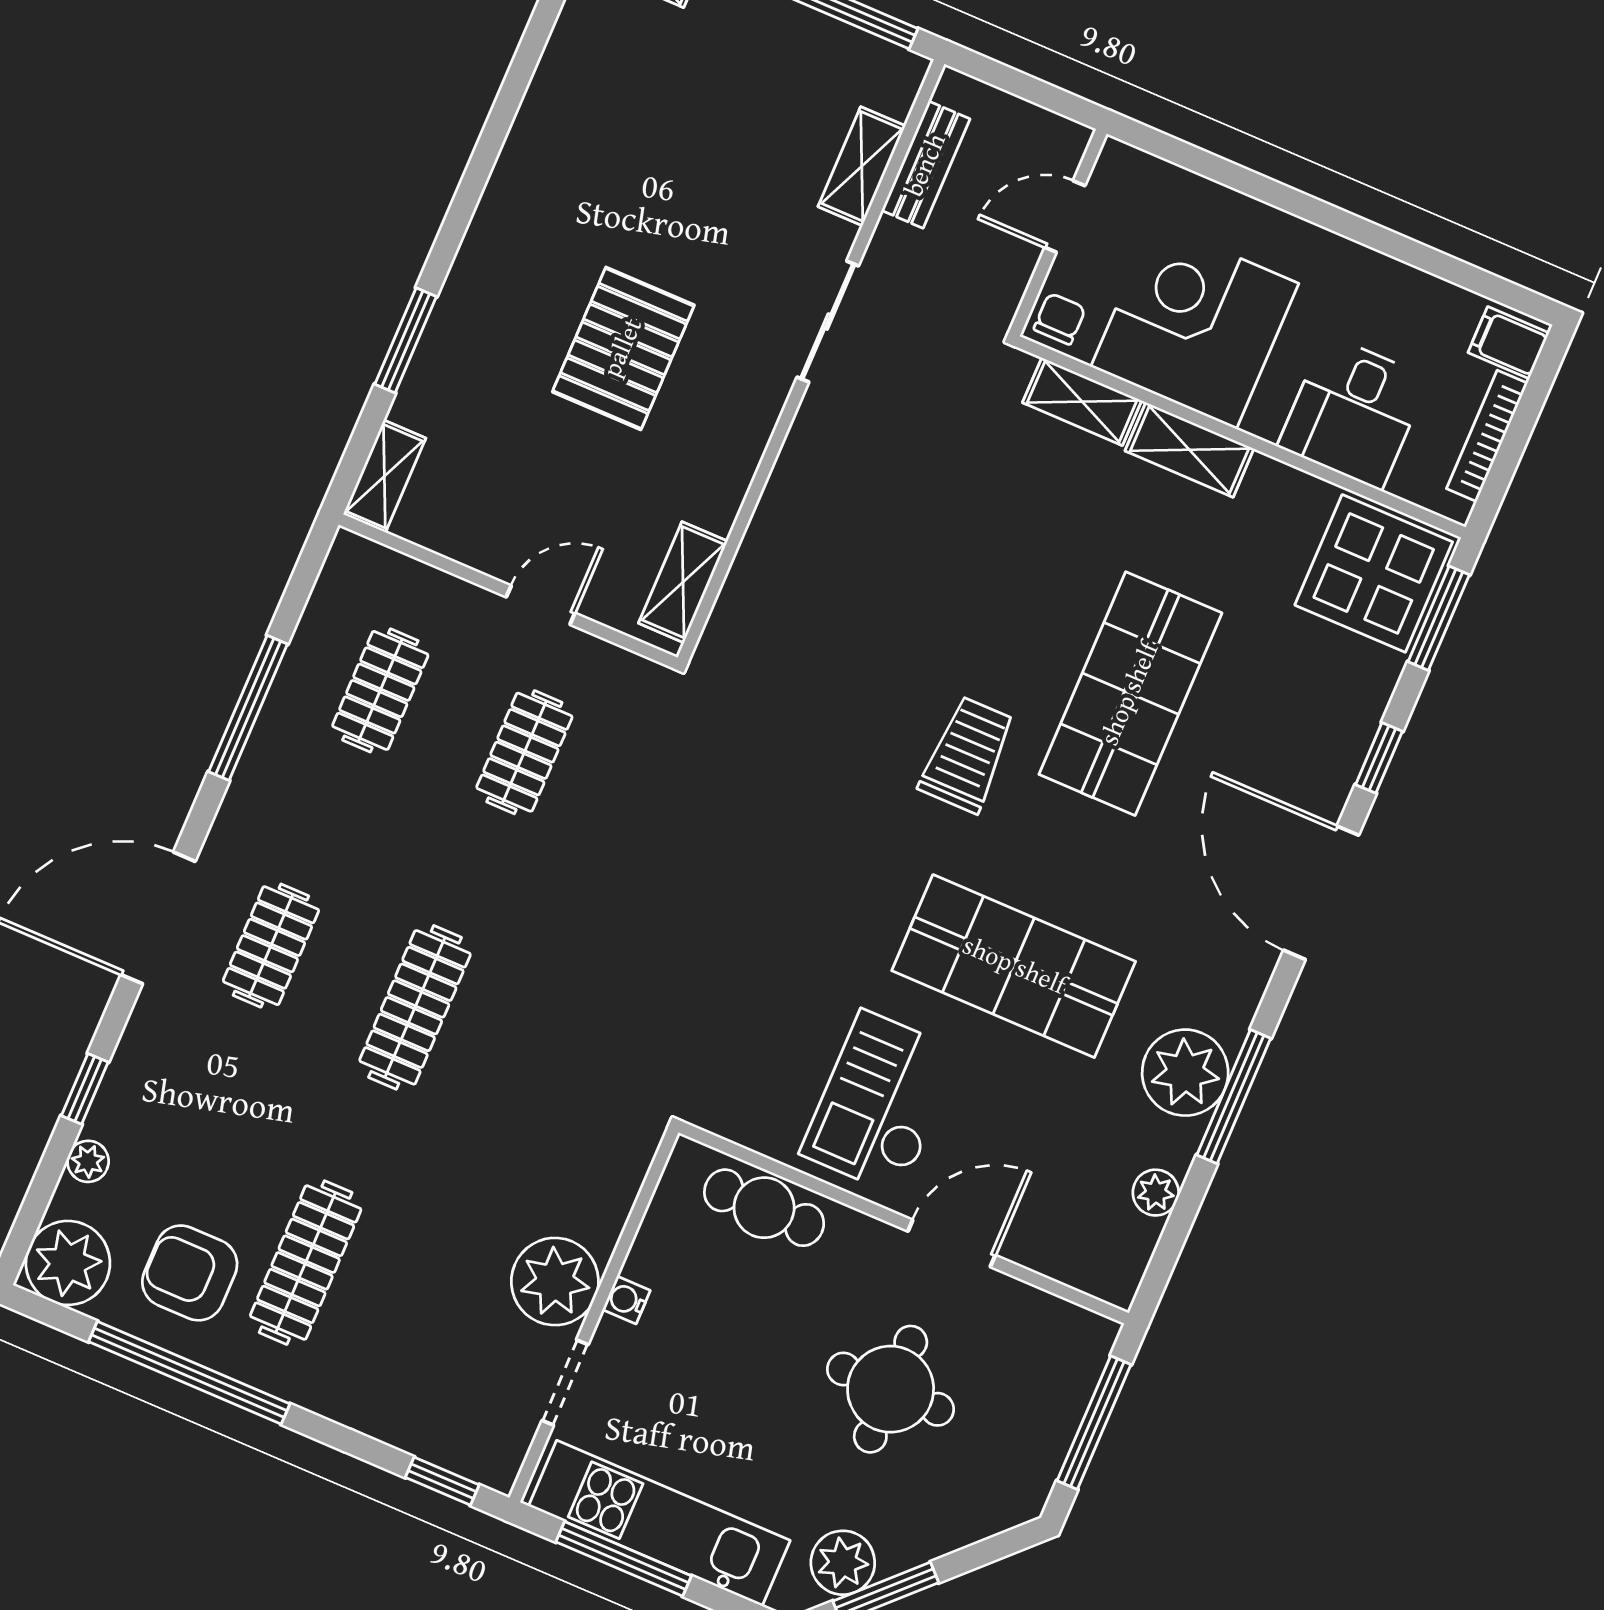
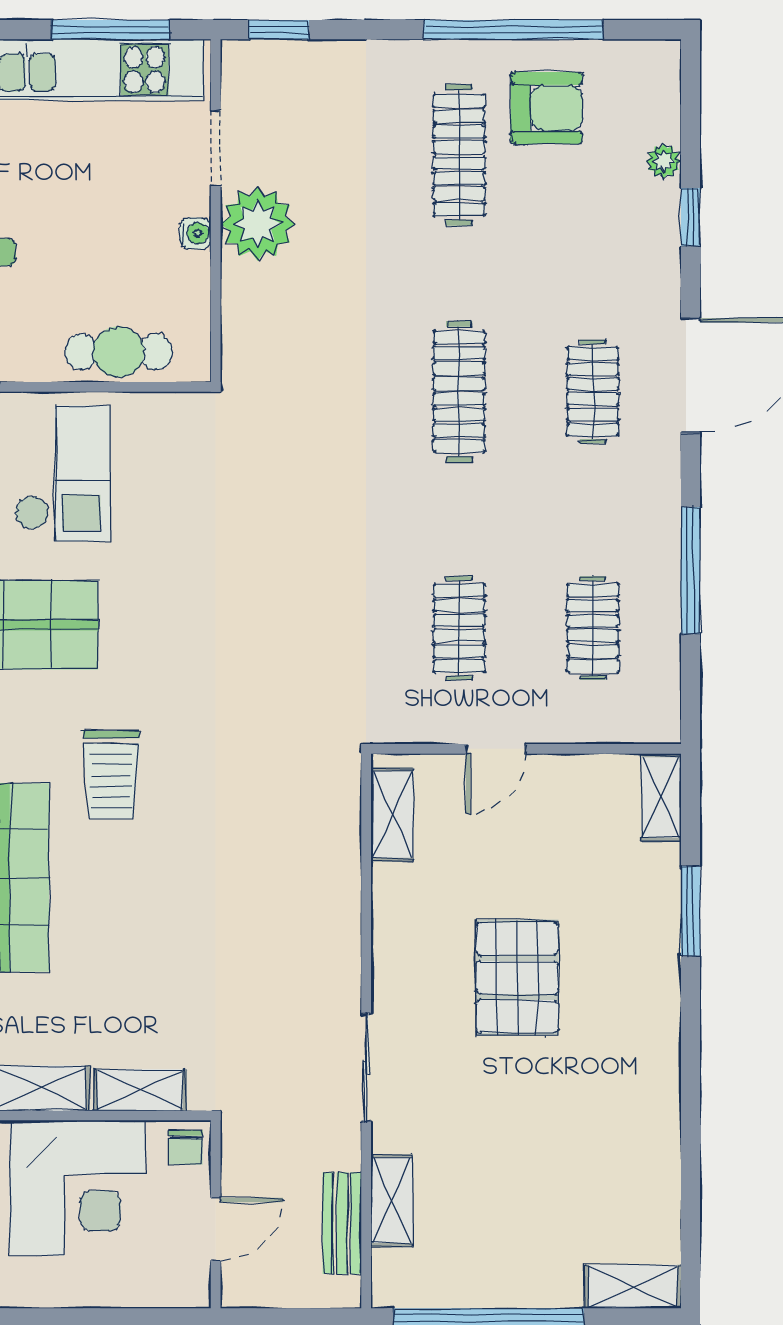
plant: (68, 1263) -> (645, 75), removed

